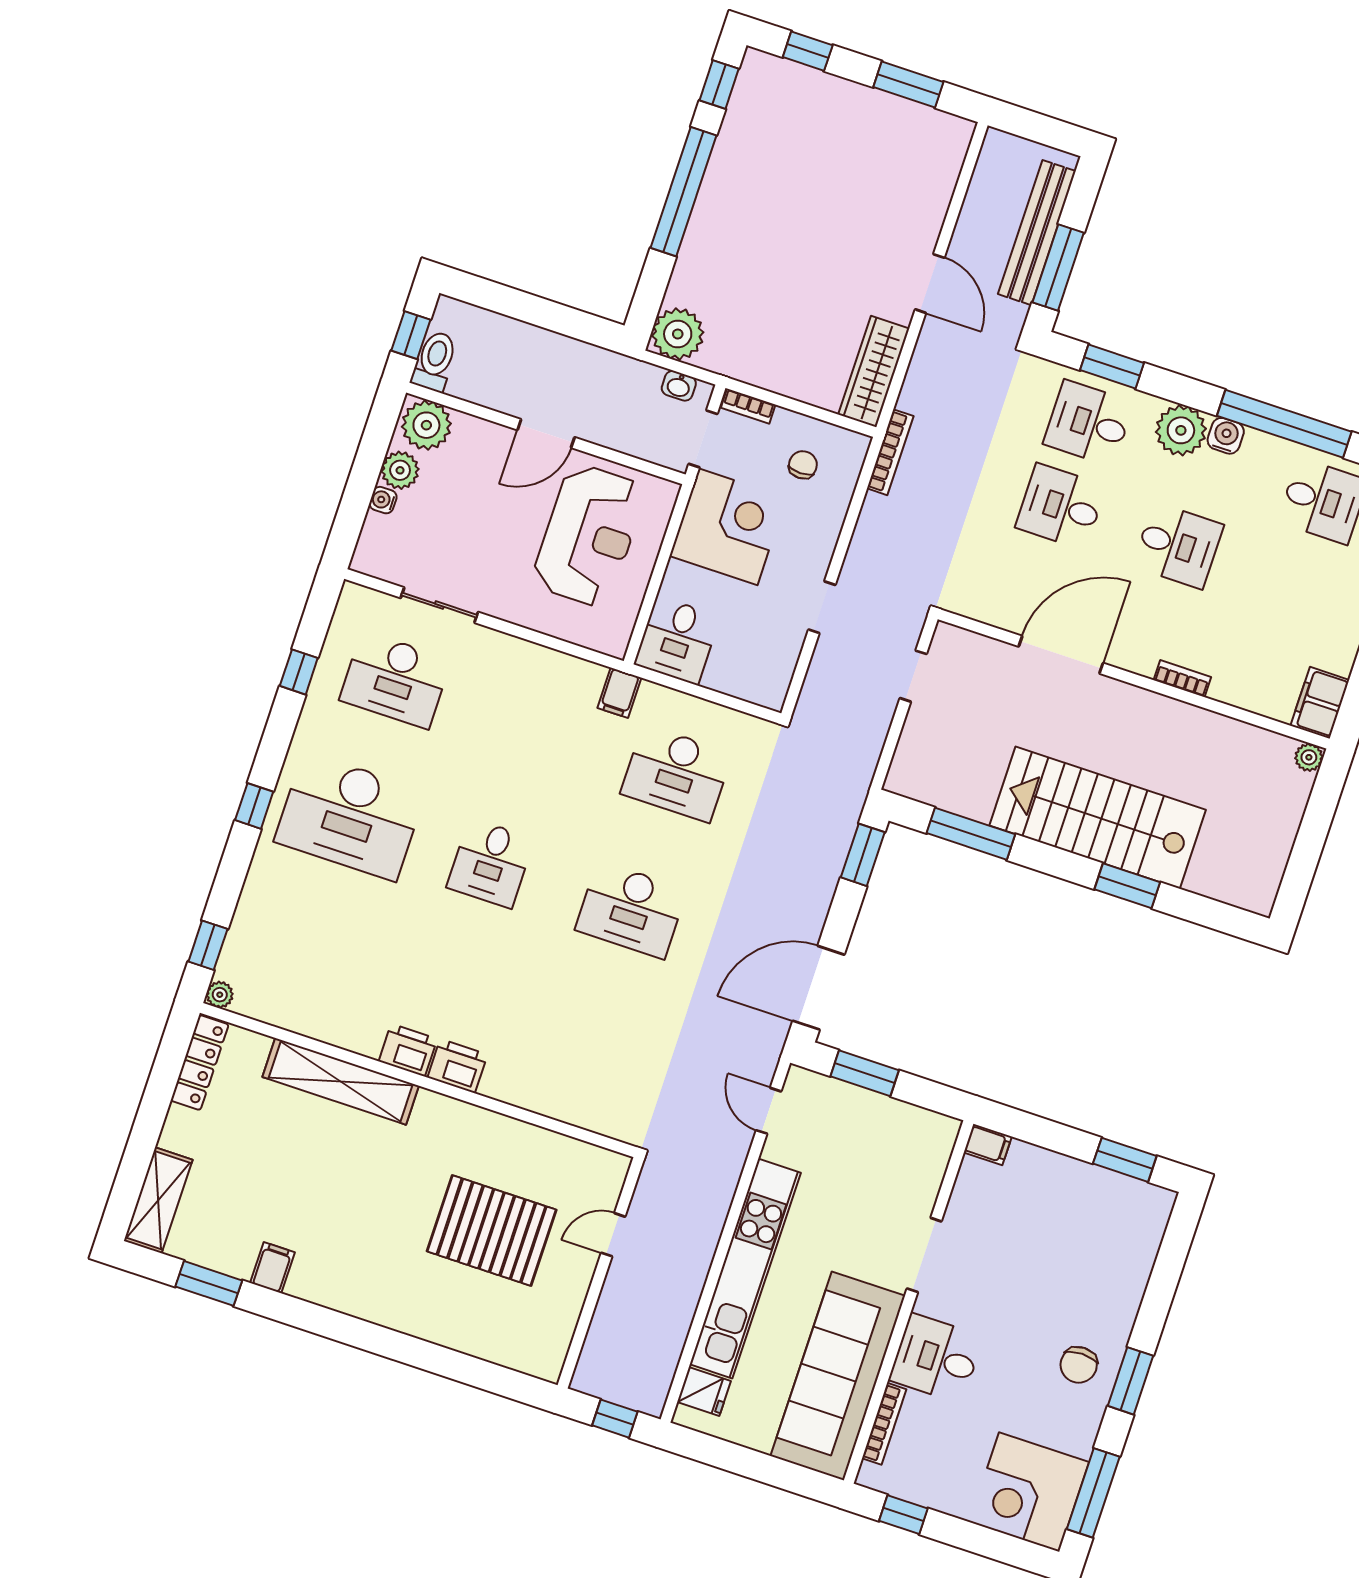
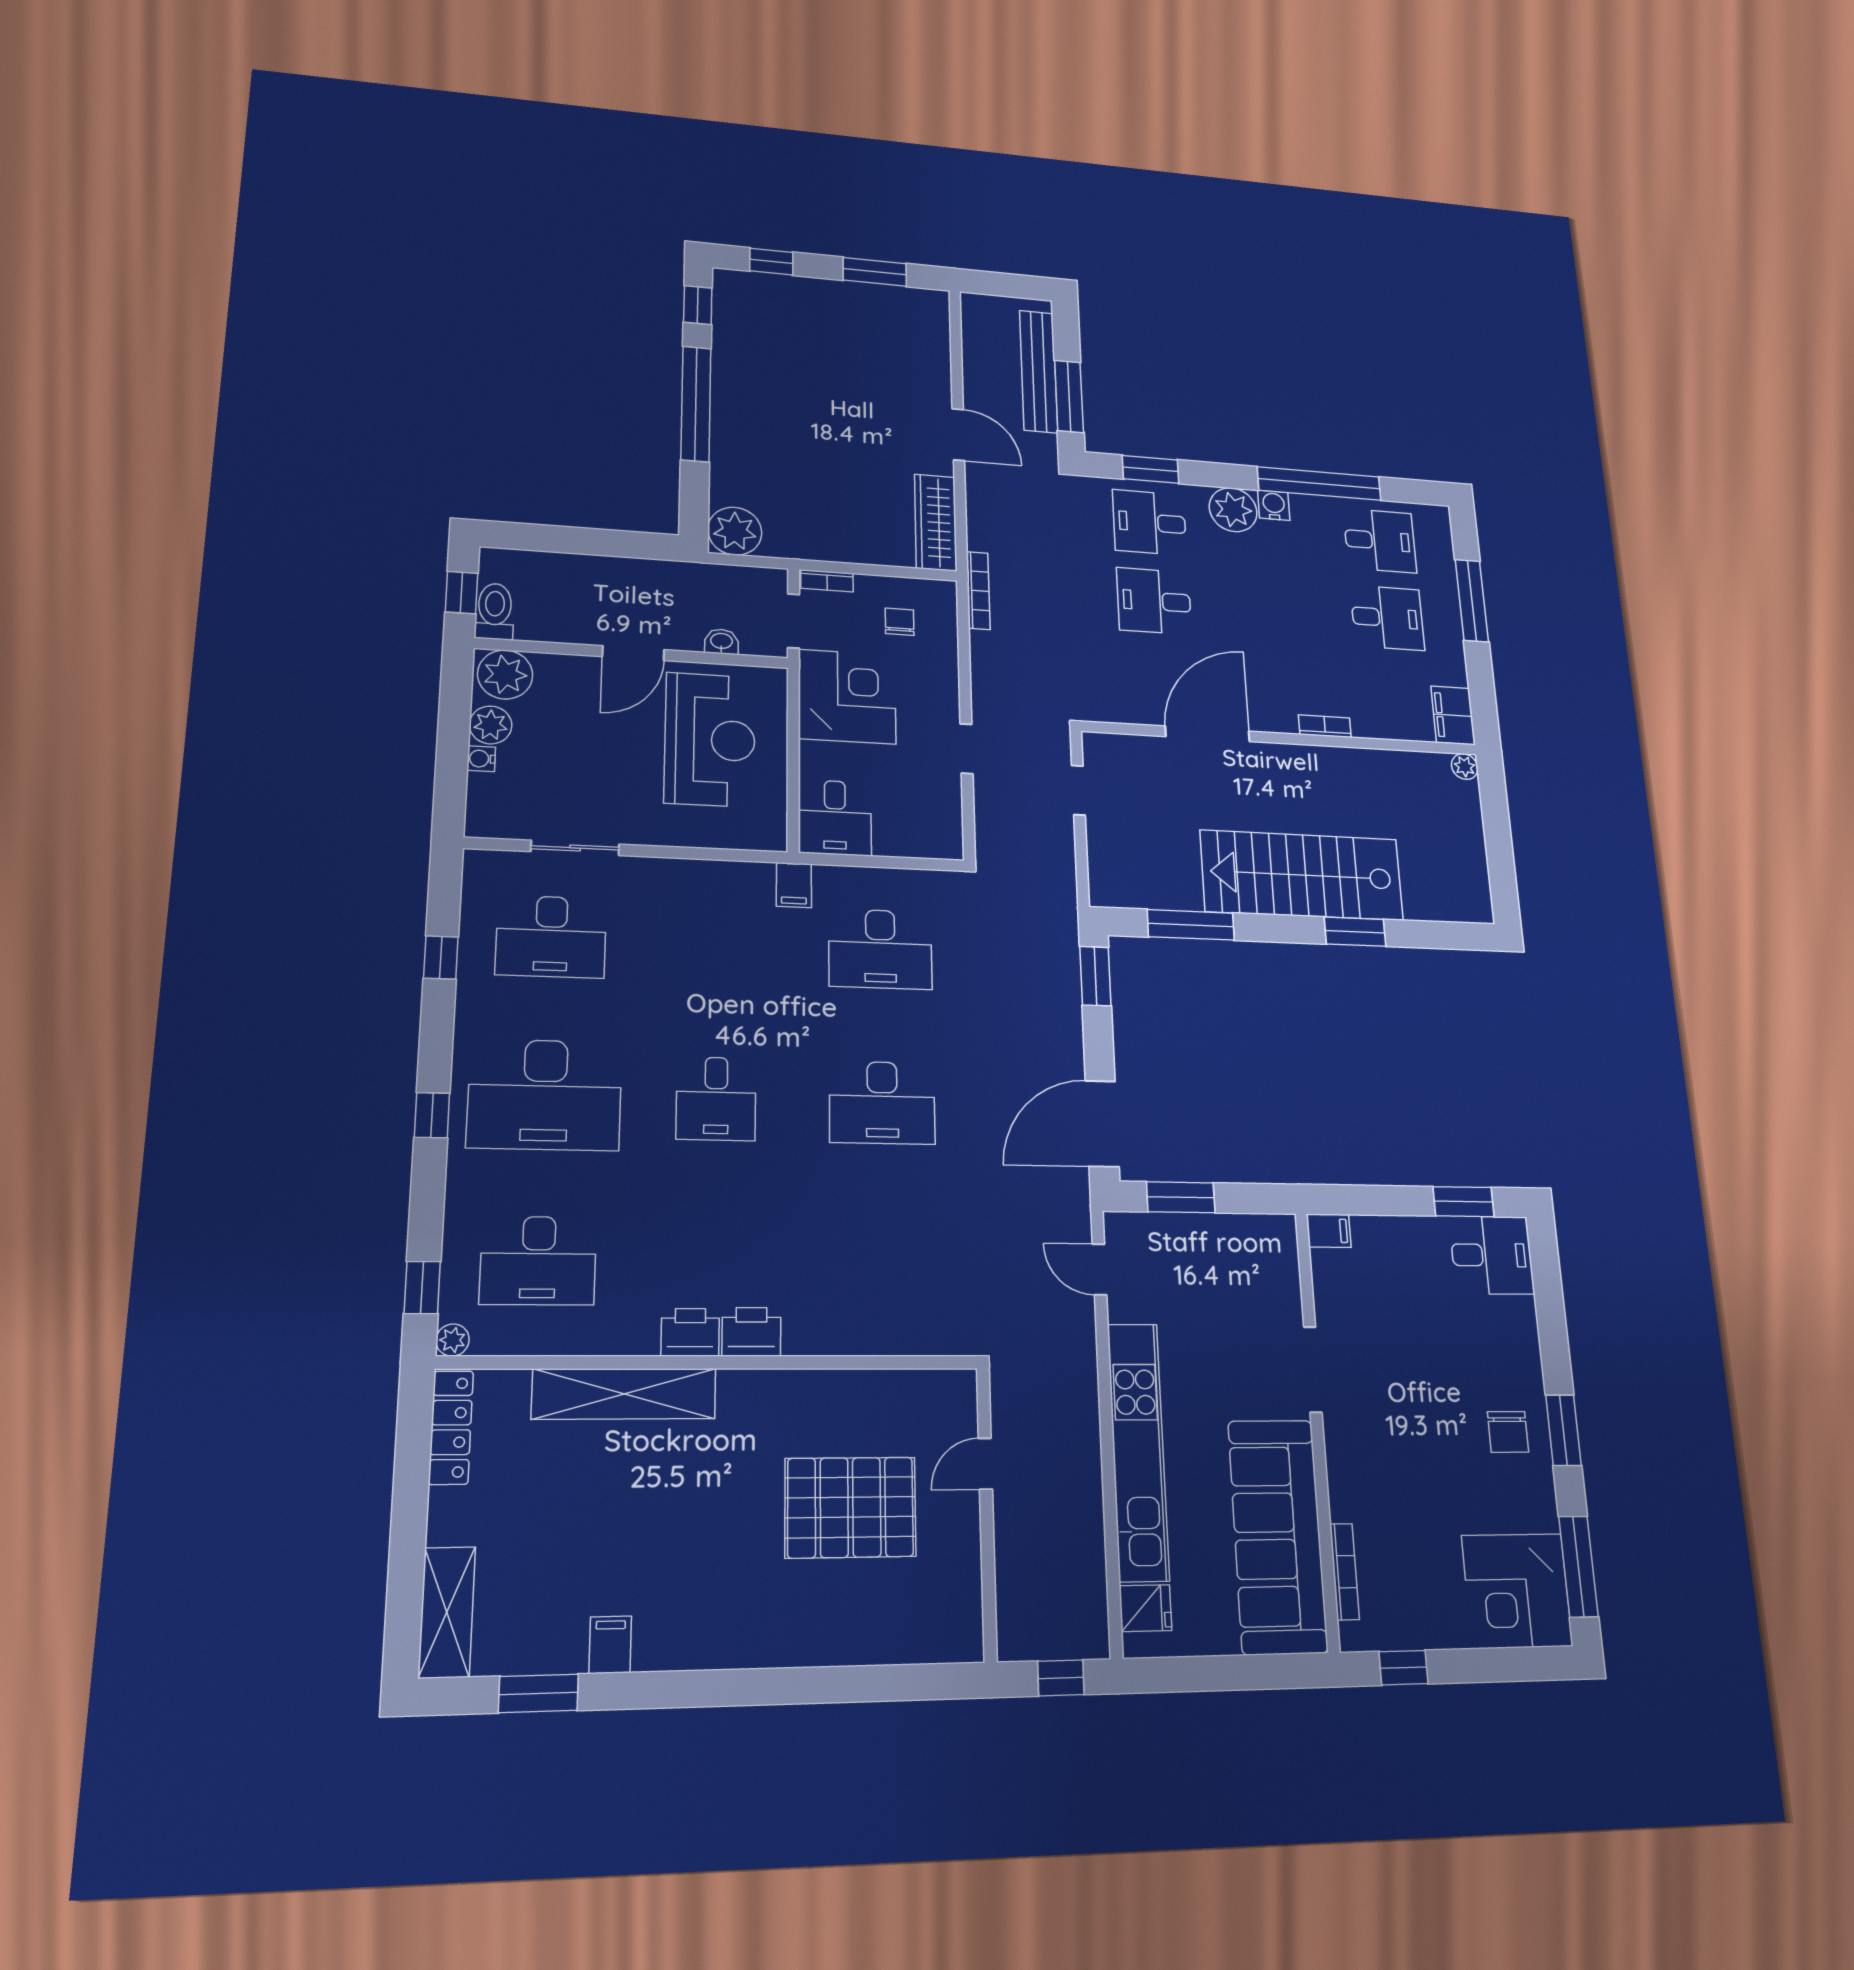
washbasin: (679, 386) -> (721, 642), moved, turned 180
desk: (1178, 546) -> (1387, 618), moved
desk: (305, 953) -> (538, 1261), added
desk: (936, 1358) -> (1492, 1255), moved, turned 180

